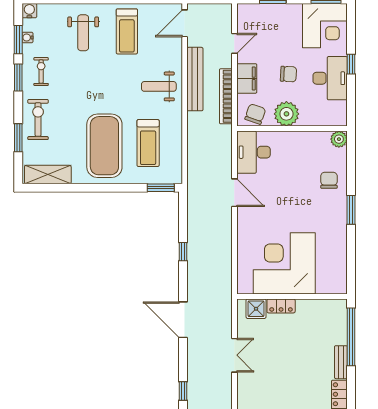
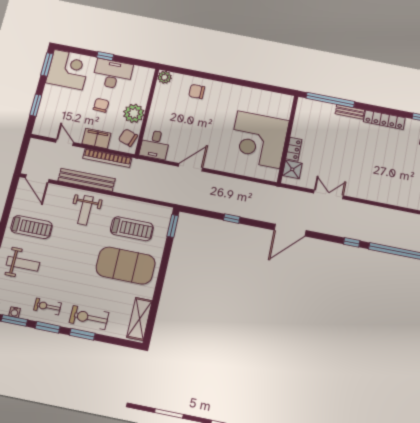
window: (18, 138) -> (82, 334), moved
desk: (253, 152) -> (155, 144), width x0.73
window: (351, 210) -> (225, 79), removed

